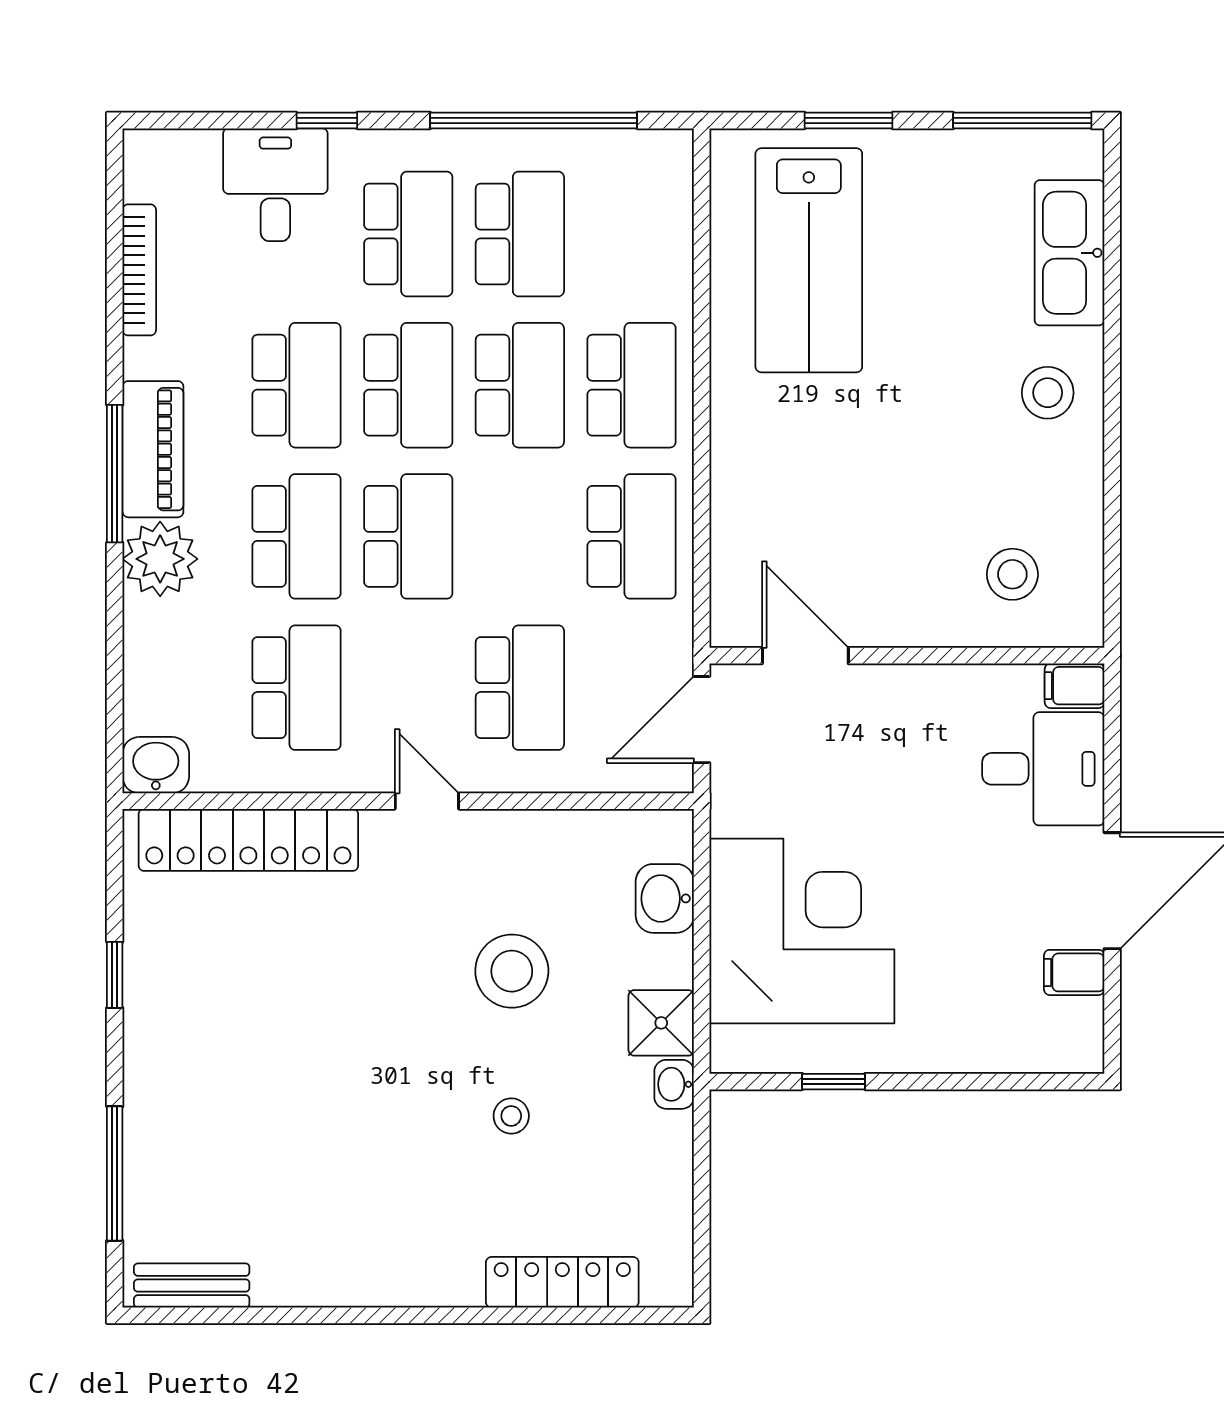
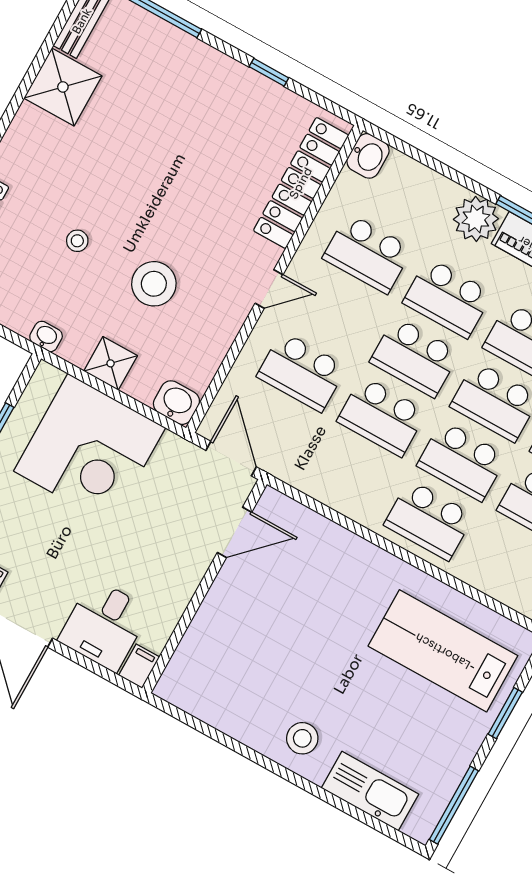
school desk: (631, 536) -> (382, 416), moved
stool: (1012, 574) -> (216, 666), removed
washbasin: (665, 898) -> (176, 403), moved
shower: (661, 1023) -> (111, 363), moved
shower: (301, 1260) -> (63, 87), added

